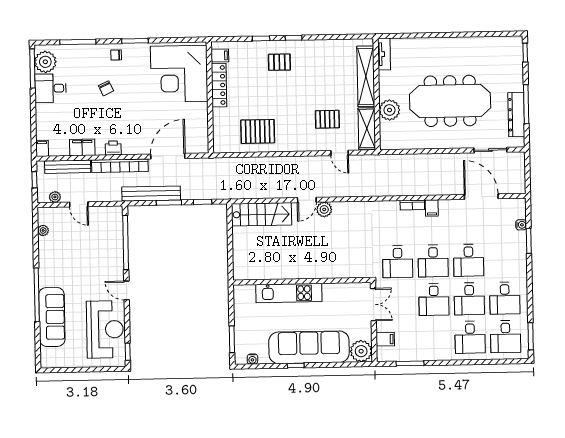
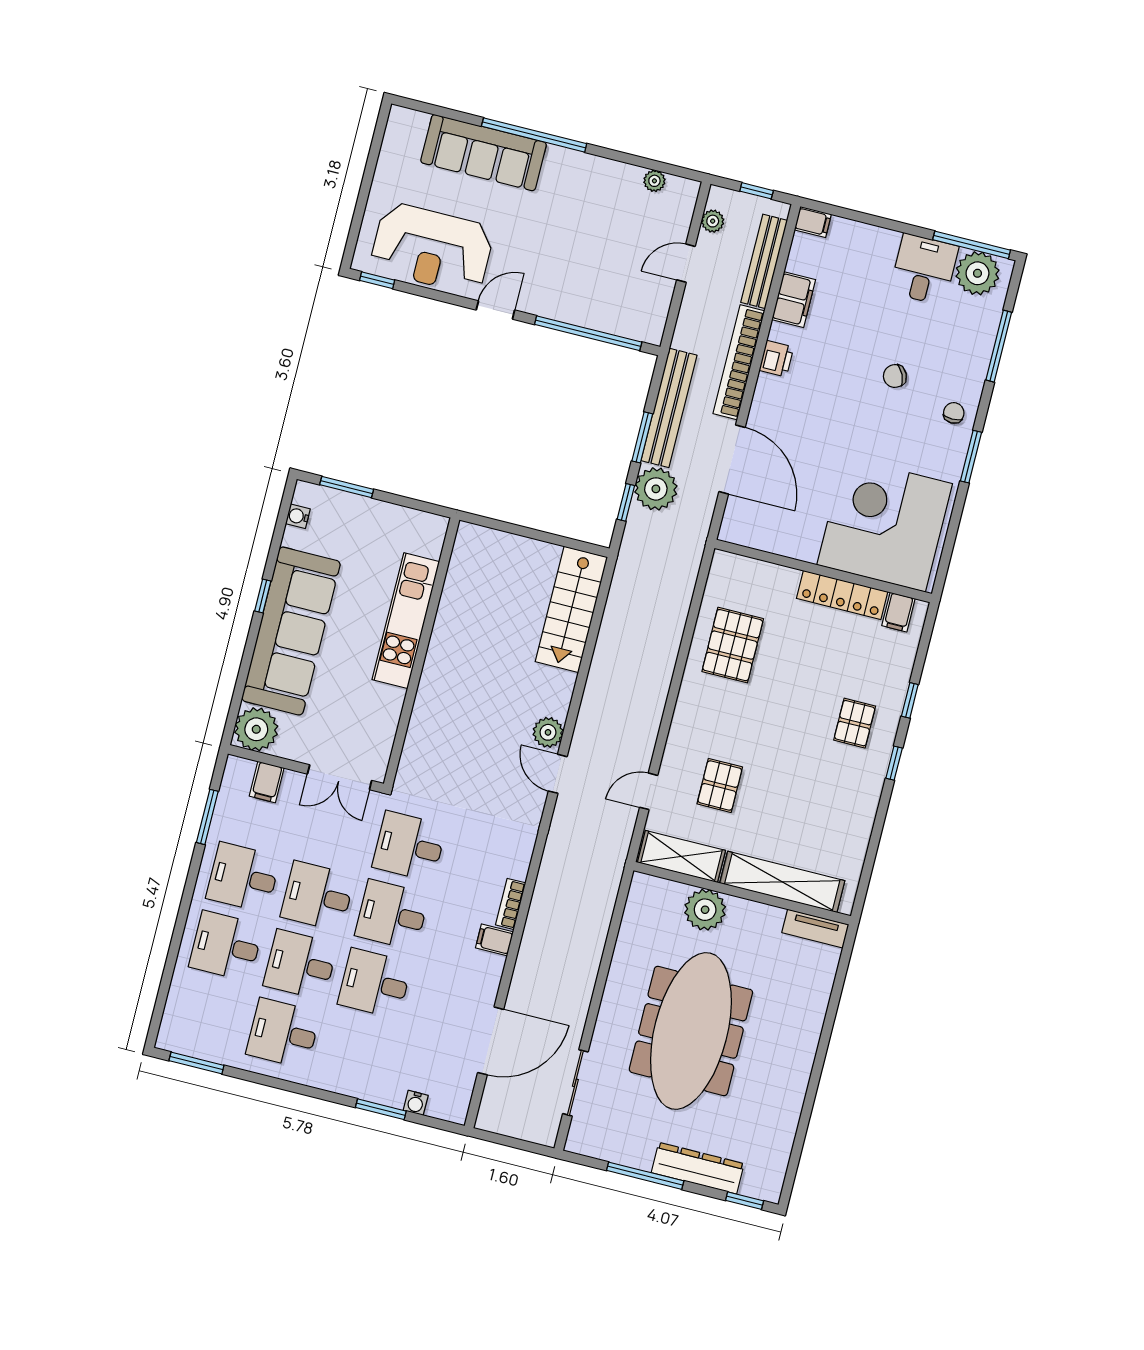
dresser: (516, 115) -> (698, 1168), moved
plant: (192, 189) -> (656, 489), added
door: (307, 200) -> (558, 774), moved
desk: (506, 337) -> (243, 877), moved

